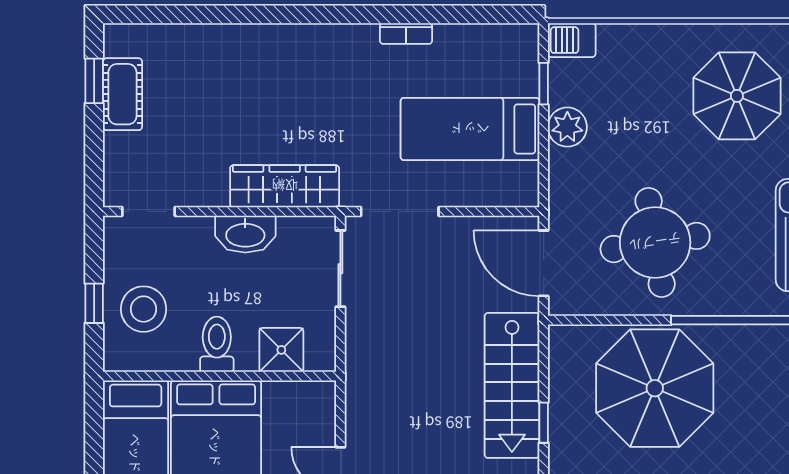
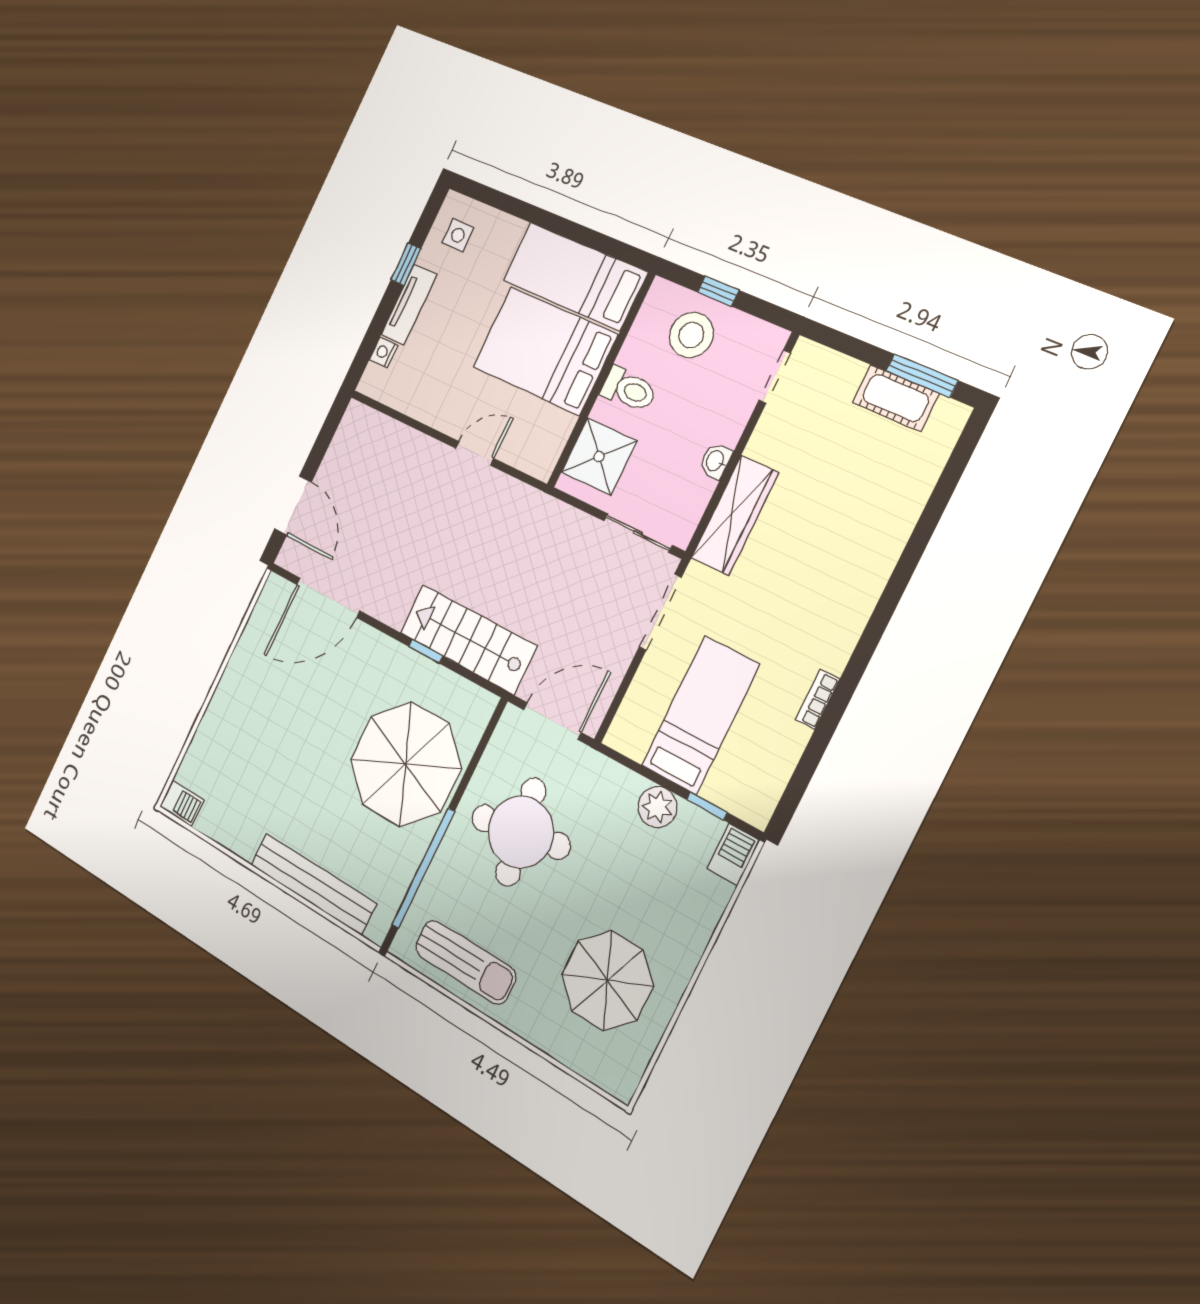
window: (94, 81) -> (922, 376), width x1.50
washbasin: (245, 234) -> (715, 461), width x0.52, depth x0.69
shower: (281, 350) -> (599, 457), width x1.36, depth x1.36

